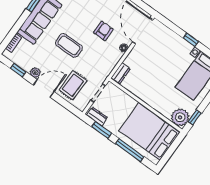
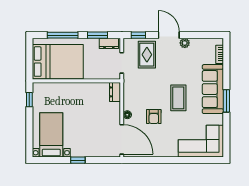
coffee table: (69, 45) -> (178, 98), moved, turned 90
window: (18, 70) -> (138, 35), moved
door: (44, 88) -> (169, 35), swing flipped
plant: (180, 117) -> (41, 91), removed

